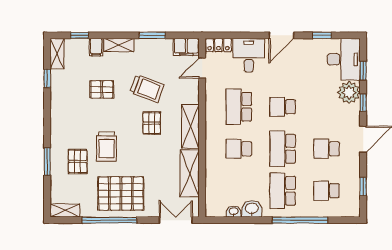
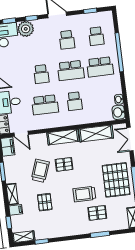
trolley: (106, 147) -> (84, 194), turned 180
washbasin: (252, 209) -> (119, 112), moved

